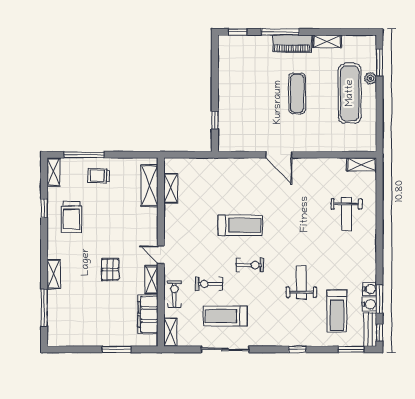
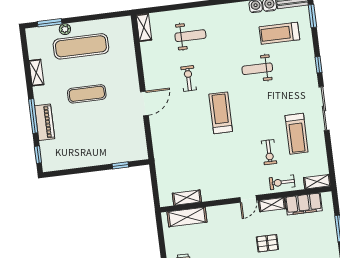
piano: (292, 44) -> (45, 122), moved
treadmill: (240, 225) -> (221, 113), moved
exercise bike: (250, 265) -> (189, 78), moved
treadmill: (337, 311) -> (279, 33), turned 180
sliding door: (225, 349) -> (324, 108), moved

